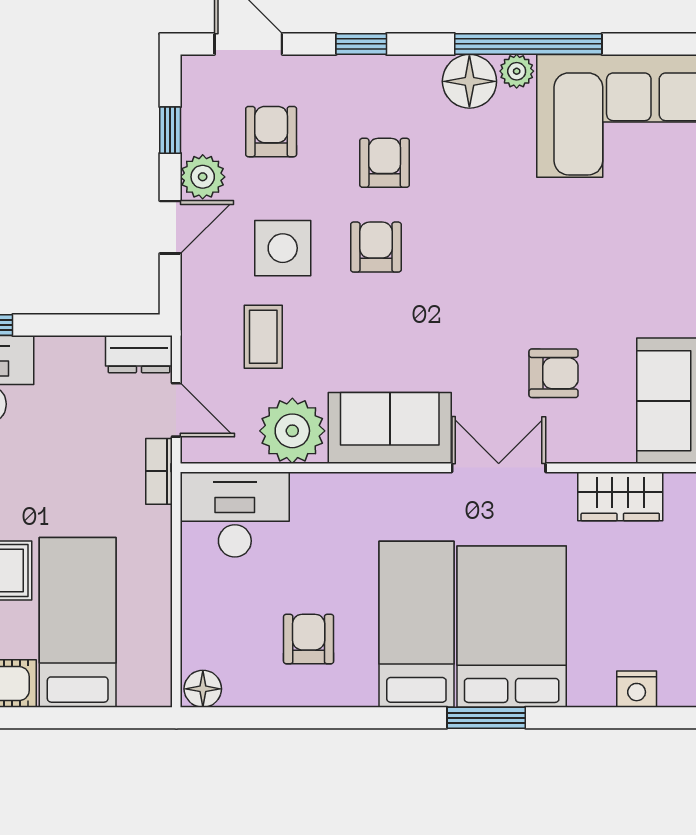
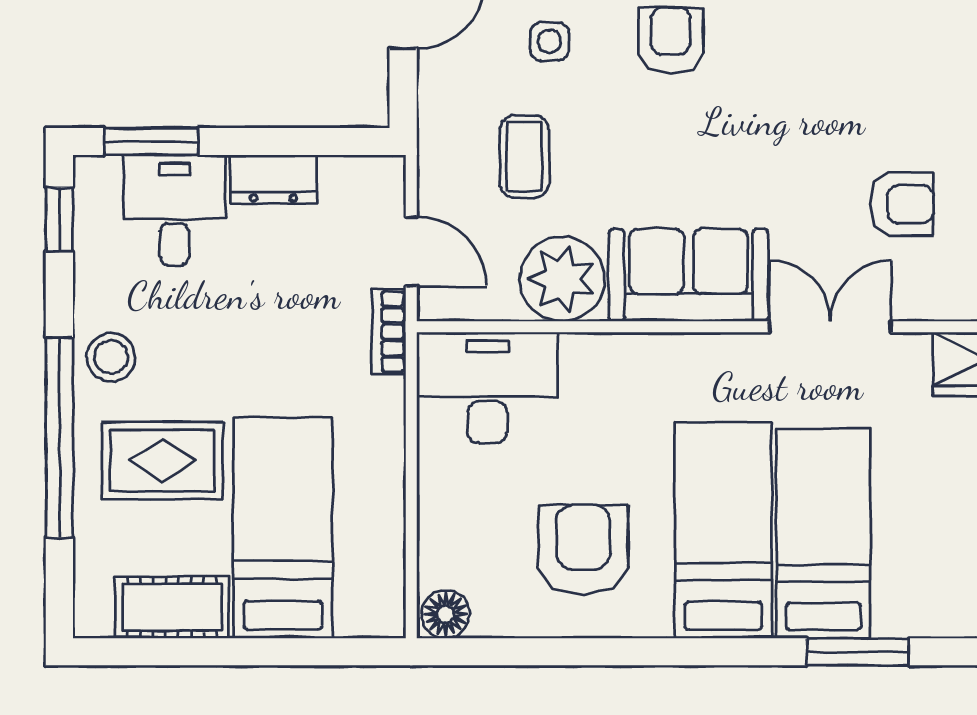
side table: (283, 248) -> (549, 41), width x0.54, depth x0.54
dresser: (139, 354) -> (273, 179), moved
bed: (512, 627) -> (823, 533), width x0.67
armchair: (309, 639) -> (583, 550), width x1.38, depth x1.38
window: (486, 718) -> (858, 652), moved

